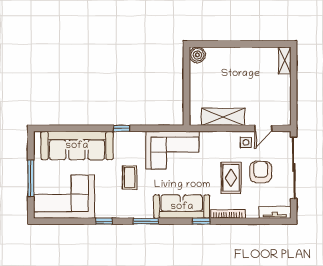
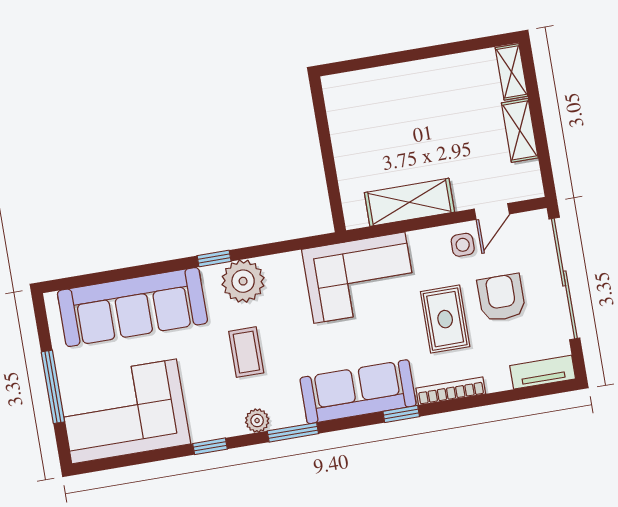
boiler: (197, 55) -> (338, 89), removed
shelving: (284, 90) -> (520, 130), added
plant: (134, 142) -> (243, 281), added
corner sofa: (172, 150) -> (359, 278), moved
plant: (129, 212) -> (257, 421), added

